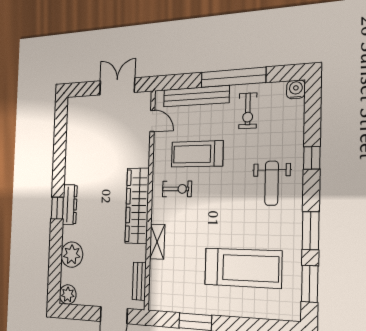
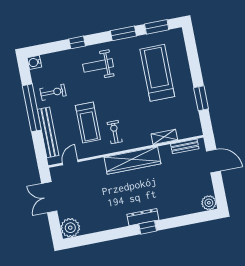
weight bench: (272, 183) -> (98, 65), turned 180
shelving: (157, 242) -> (164, 137), moved
plant: (72, 255) -> (70, 228), moved

